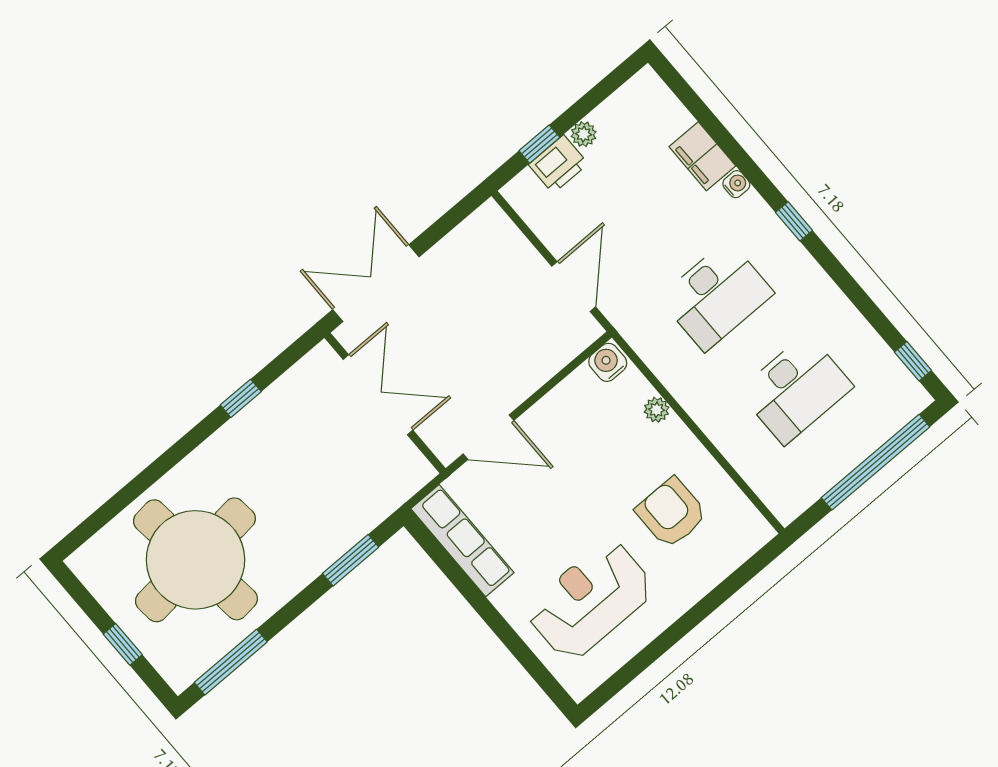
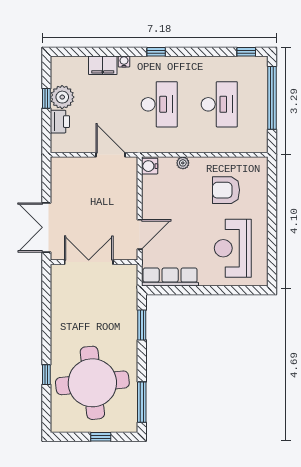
plant: (584, 134) -> (62, 97), width x1.87, depth x1.87
window: (539, 144) -> (46, 98), moved
window: (241, 398) -> (46, 375), moved

